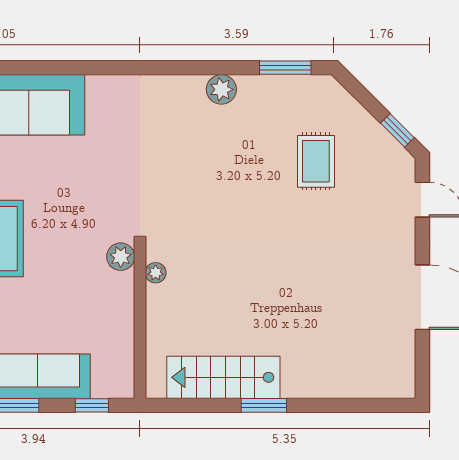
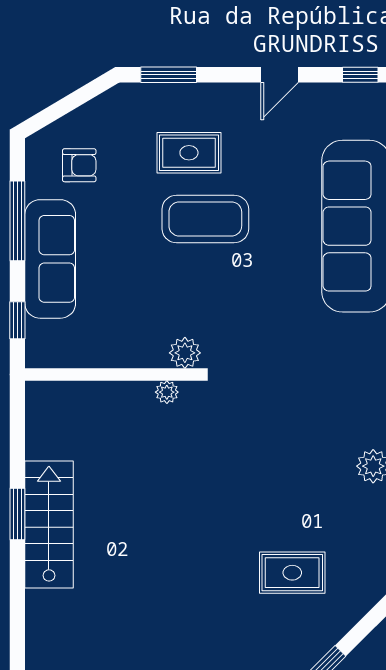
stairs: (223, 377) -> (49, 525), moved

